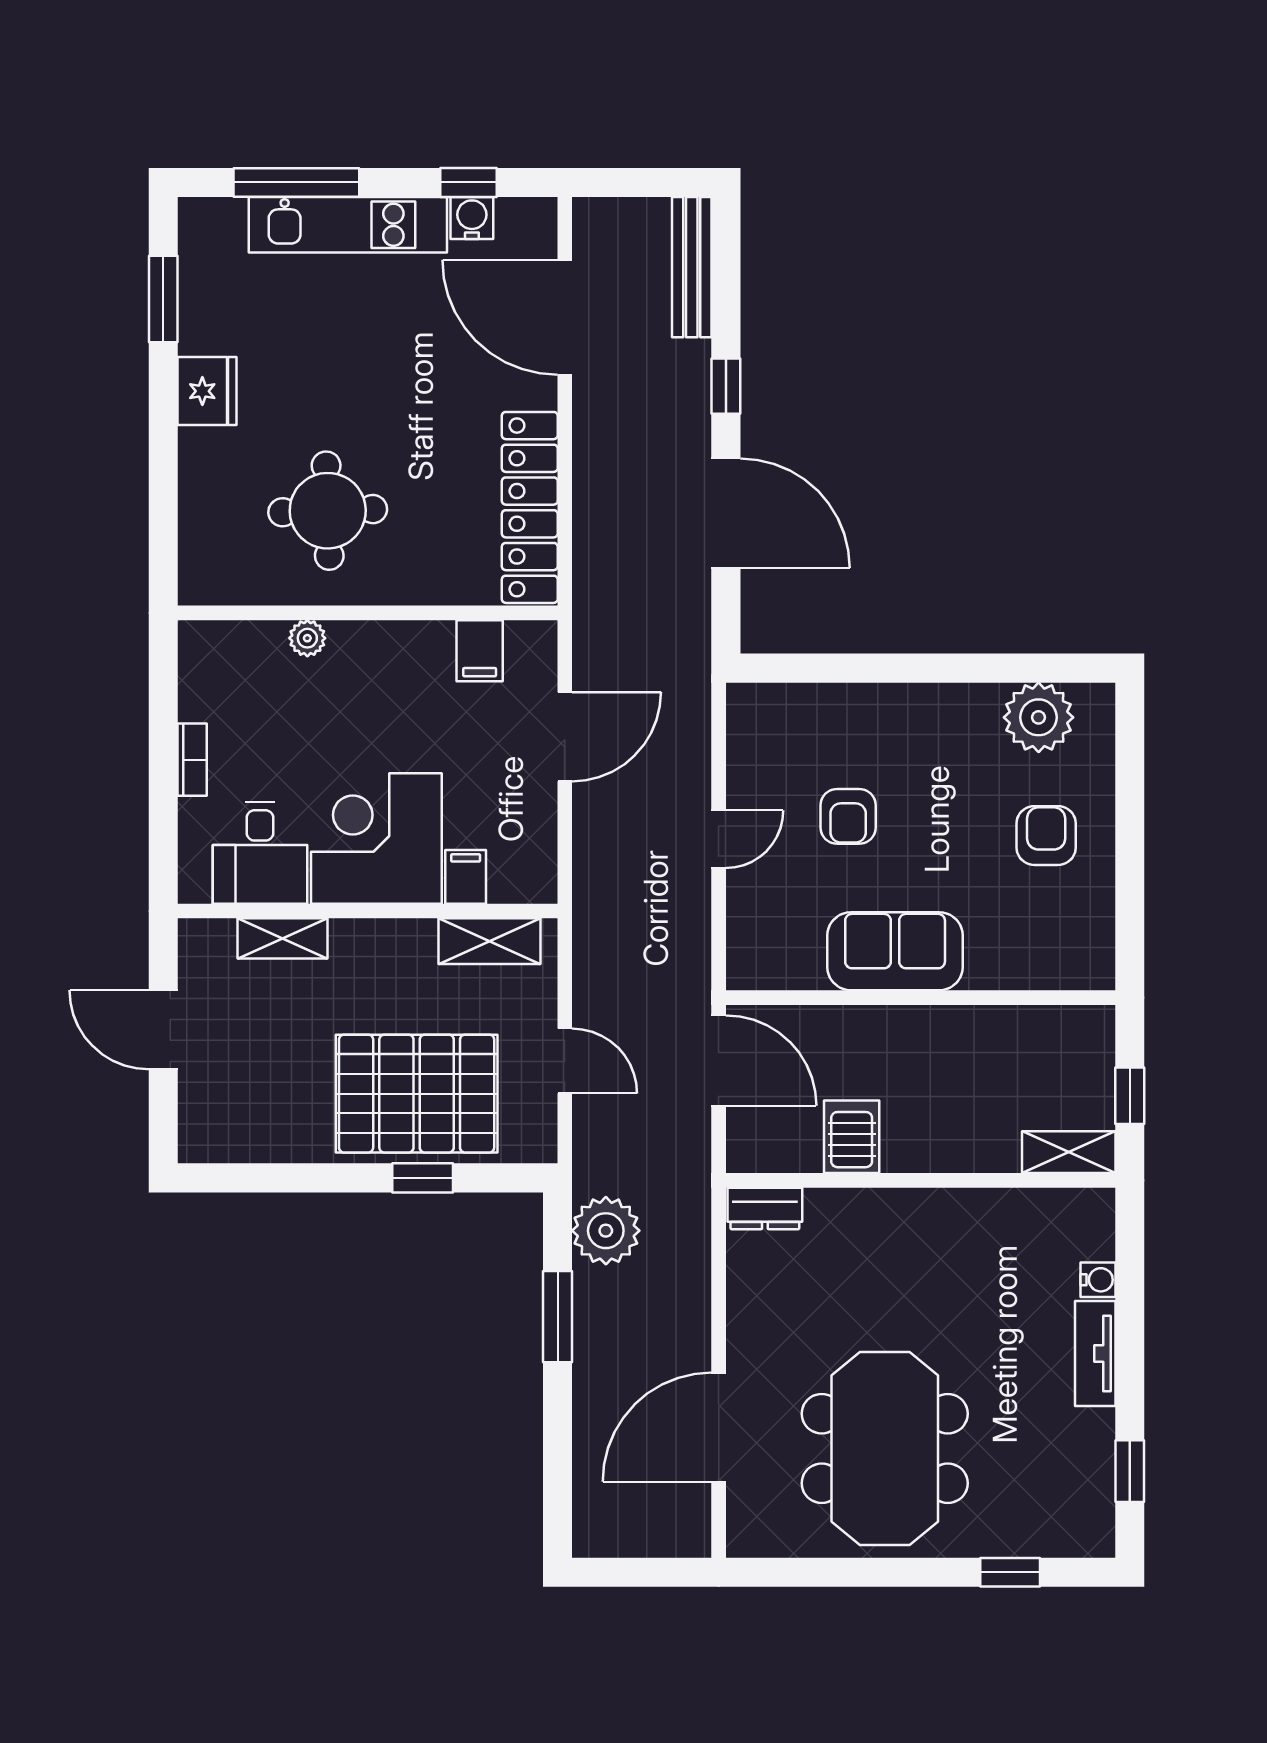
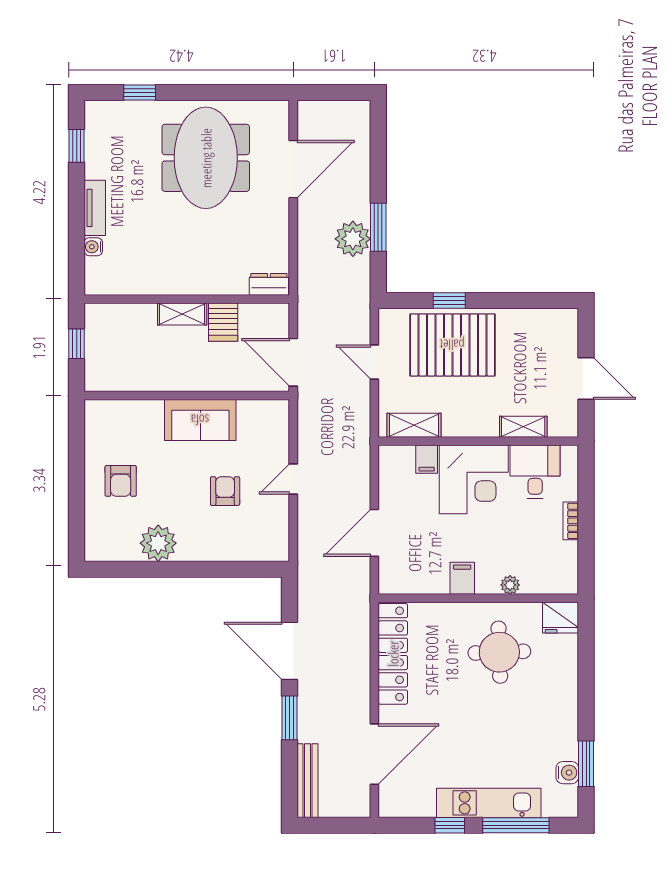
window: (469, 182) -> (450, 825), moved
water cooler: (472, 218) -> (567, 773), moved, turned -90
door: (565, 317) -> (374, 754), hinge flipped
window: (726, 386) -> (289, 718), width x1.50
fridge: (207, 391) -> (560, 618), moved, turned -90
filing cabinet: (480, 651) -> (462, 578), moved
plant: (1039, 717) -> (158, 543), moved
shelving: (1069, 1152) -> (182, 314), moved
plant: (606, 1231) -> (353, 239), moved

